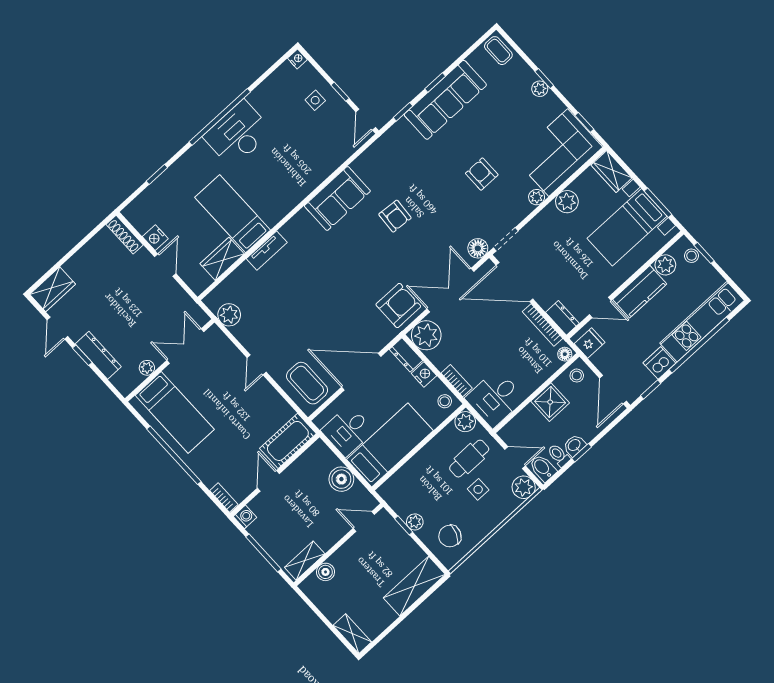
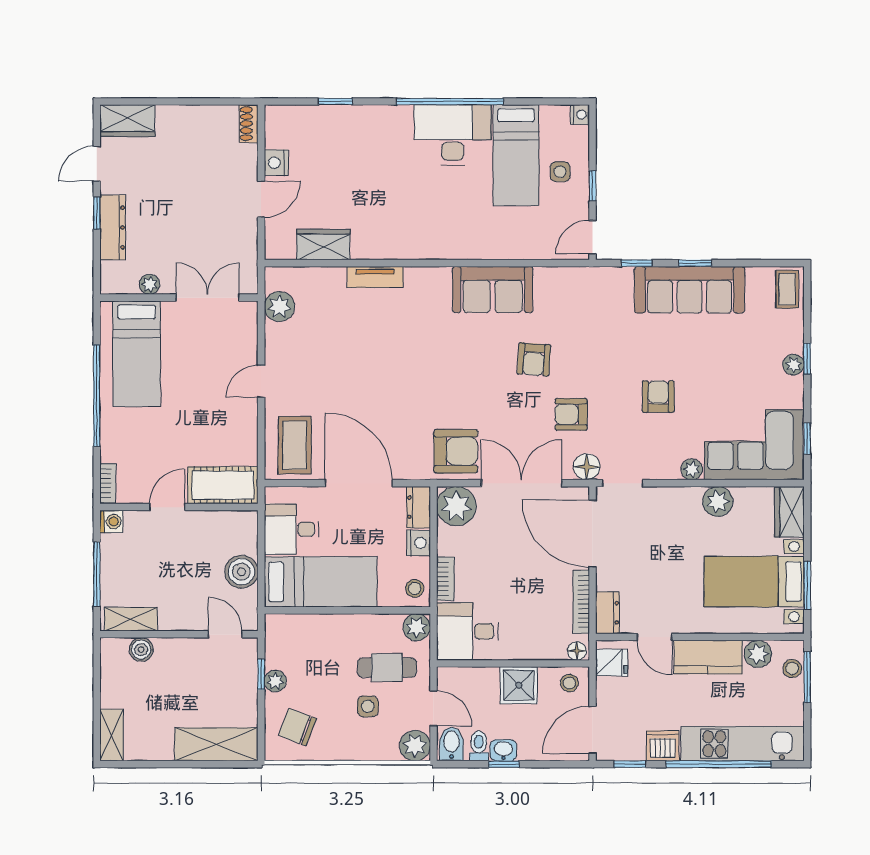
bed: (233, 214) -> (516, 155), moved, turned 180
armchair: (443, 227) -> (571, 414), added
shoe rack: (125, 235) -> (249, 124), width x0.70
window: (704, 253) -> (807, 677), width x1.50

